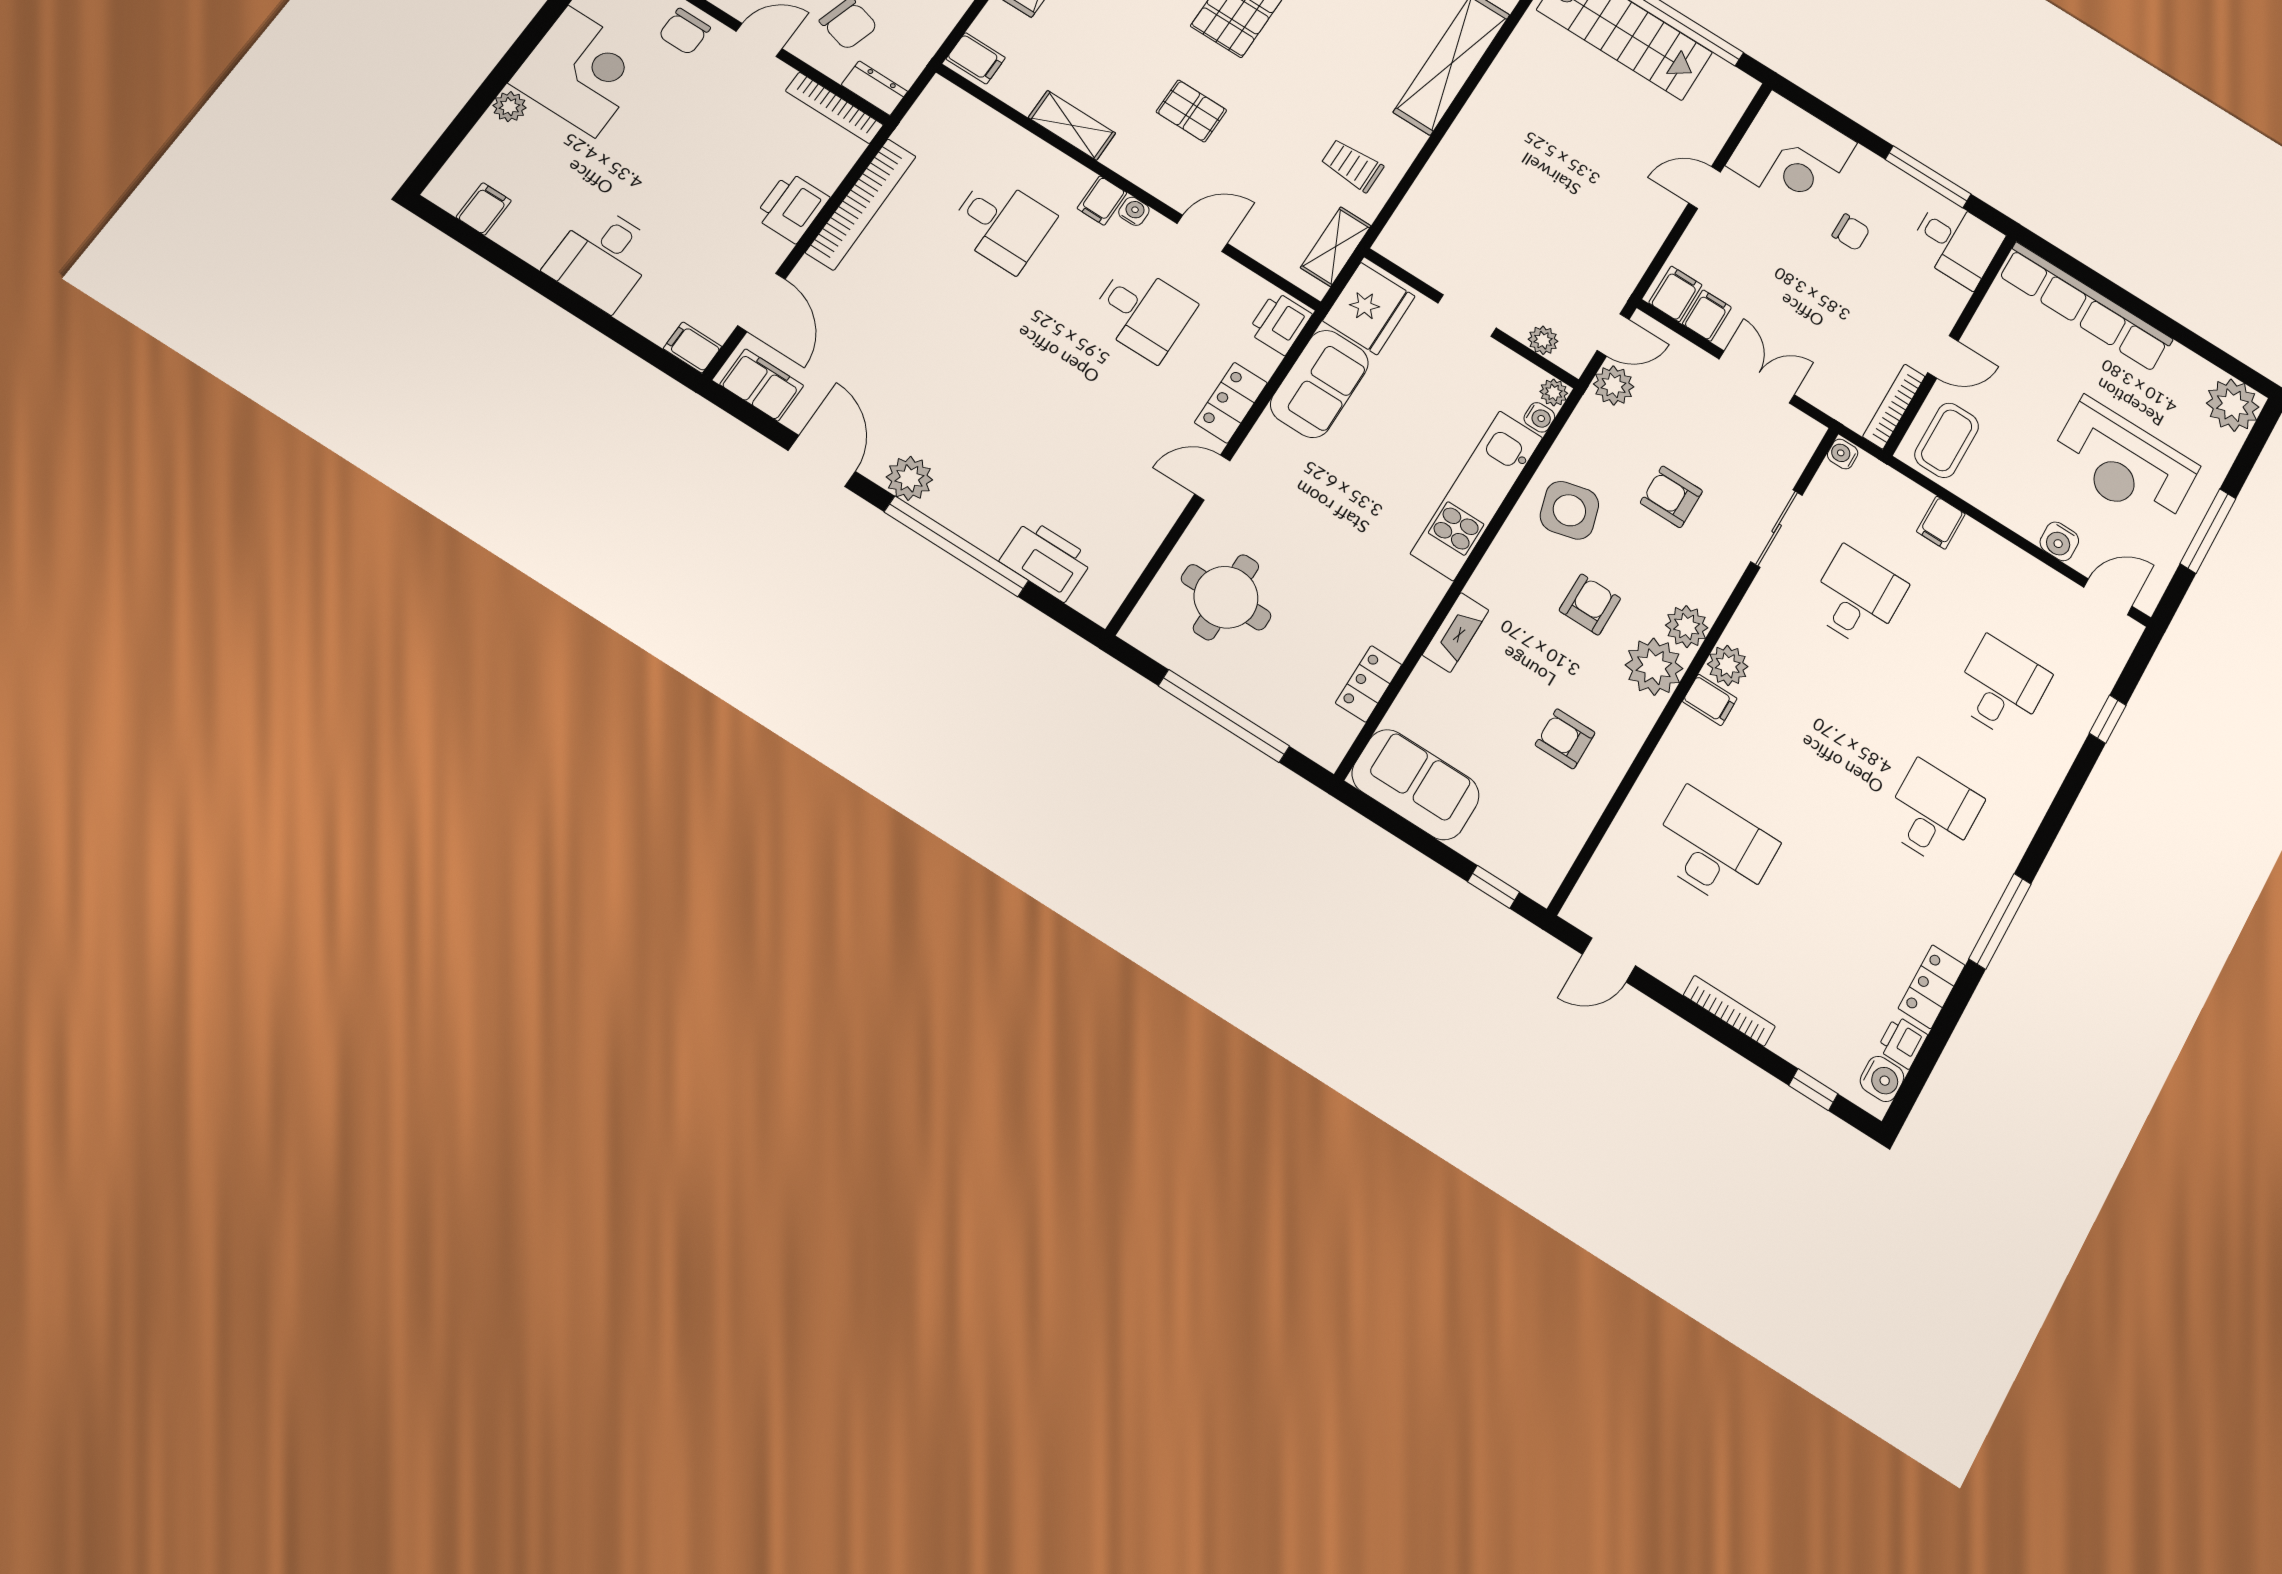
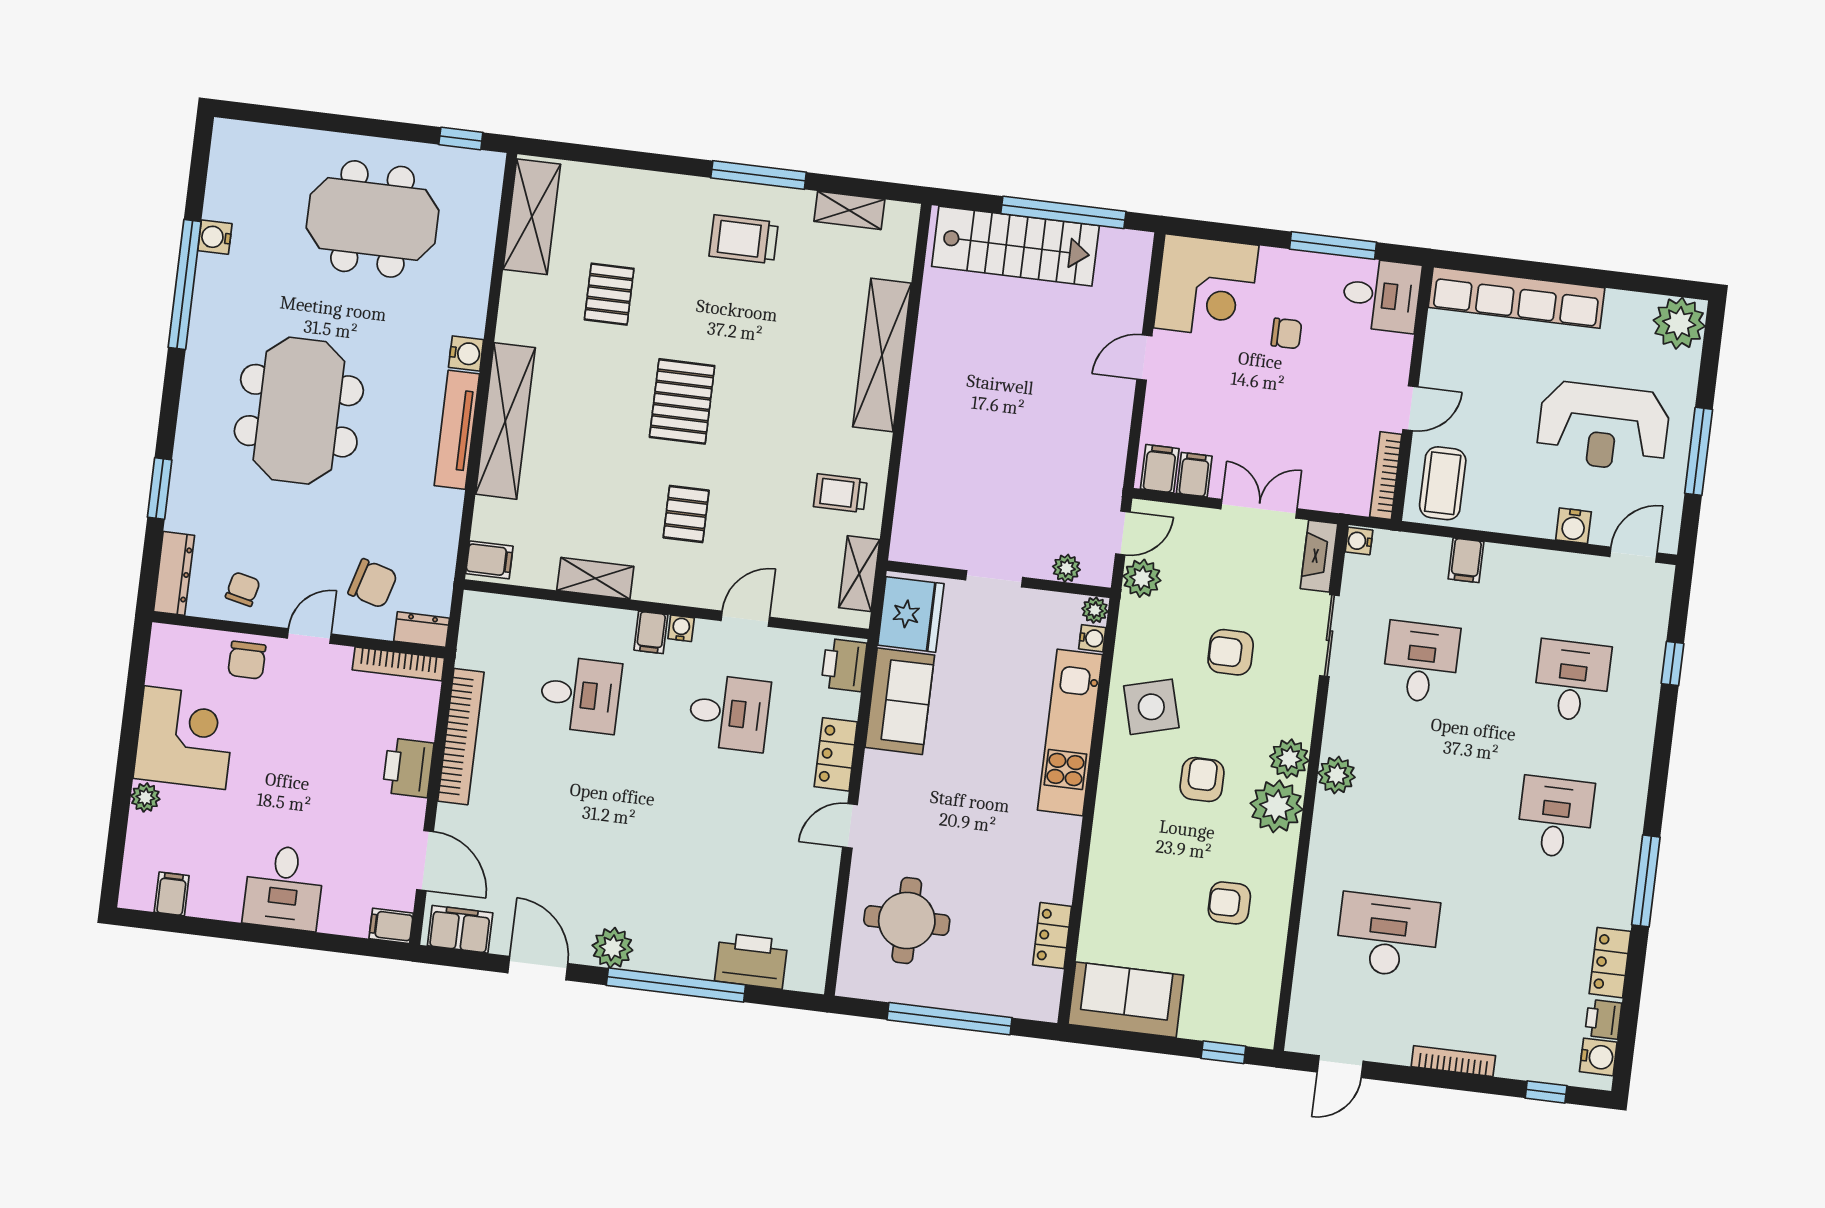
pallet: (1191, 111) -> (686, 514), turned 90
fireplace: (1456, 632) -> (1319, 556), moved, turned 180
filing cabinet: (1710, 700) -> (1334, 812), removed

